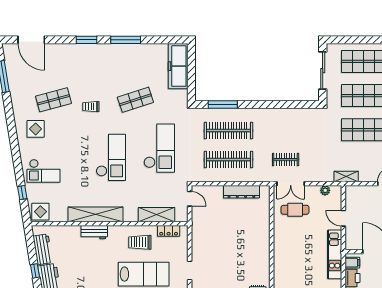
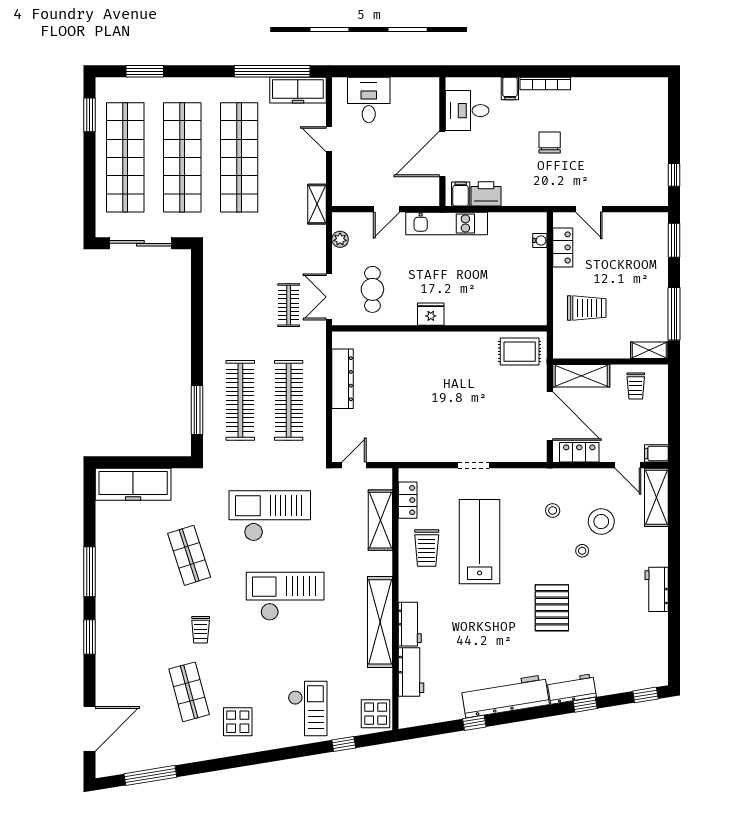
double door: (291, 184) -> (329, 297), swing flipped
fridge: (280, 245) -> (431, 314), added
workbench: (43, 249) -> (411, 672), moved, turned 99

